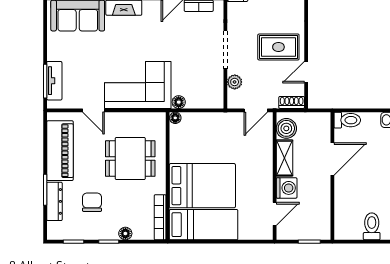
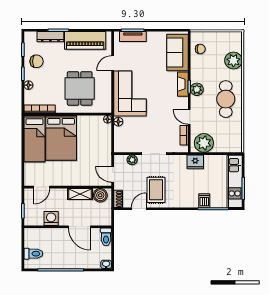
door: (306, 72) -> (139, 209), hinge flipped
washing machine: (287, 188) -> (51, 218), moved, turned 180
chair: (92, 202) -> (37, 61), moved
door: (275, 214) -> (42, 187), hinge flipped

